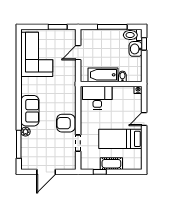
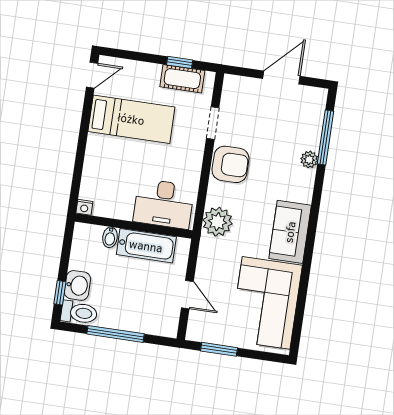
door: (78, 53) -> (187, 295), hinge flipped
plant: (68, 93) -> (217, 222), added
sofa: (30, 111) -> (290, 232), moved
door: (144, 119) -> (92, 75), moved
cot: (111, 164) -> (182, 79), moved

